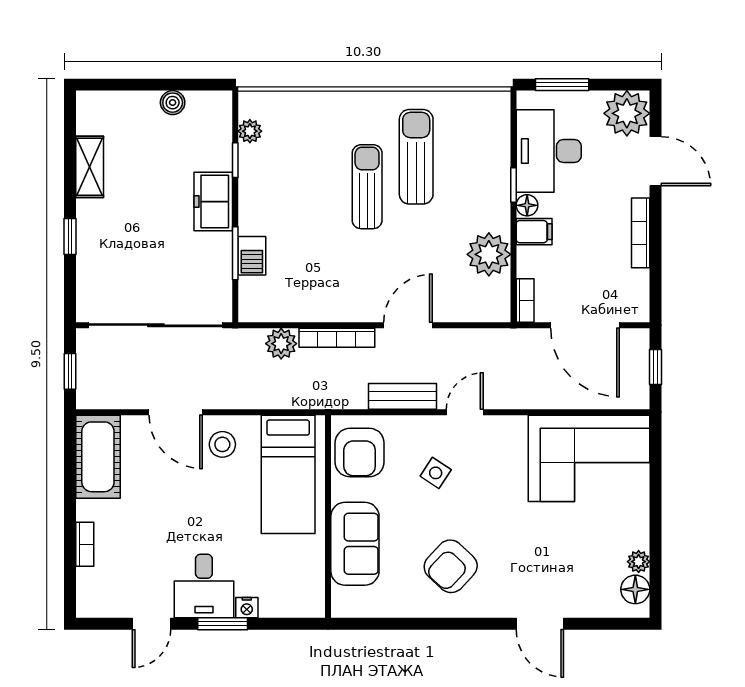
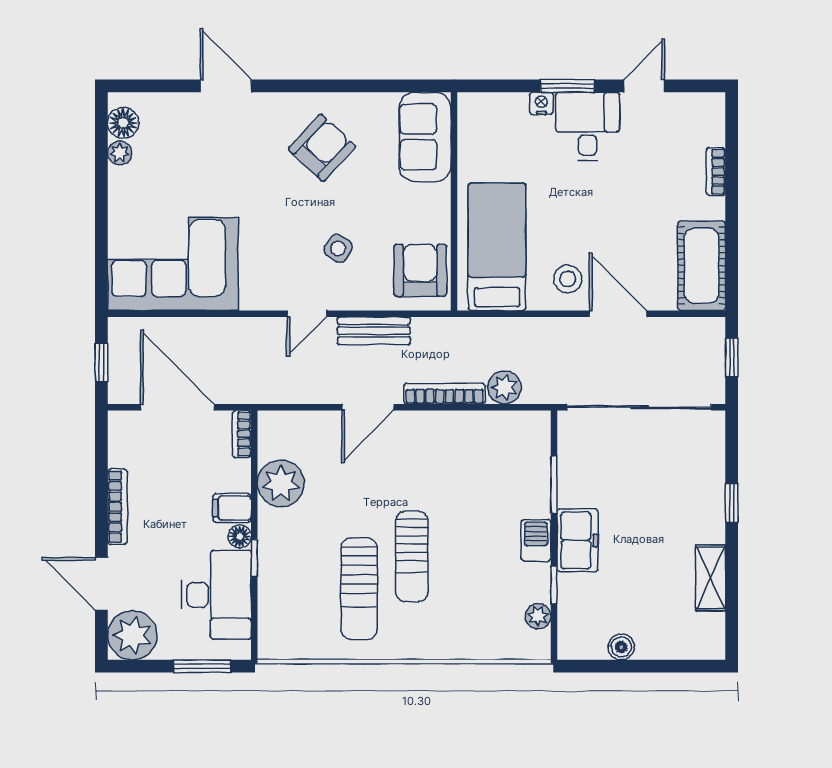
barbecue: (252, 256) -> (536, 540), moved
sofa: (355, 544) -> (425, 137), moved

